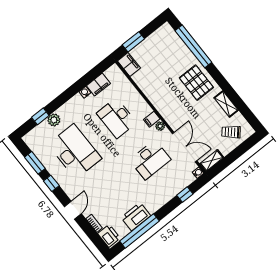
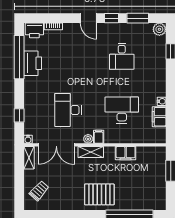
filing cabinet: (129, 64) -> (126, 153), moved
shelving: (226, 104) -> (91, 152), moved
plant: (54, 120) -> (159, 29), moved
desk: (75, 151) -> (122, 56), width x0.53, depth x0.77
door: (73, 210) -> (88, 18), moved

